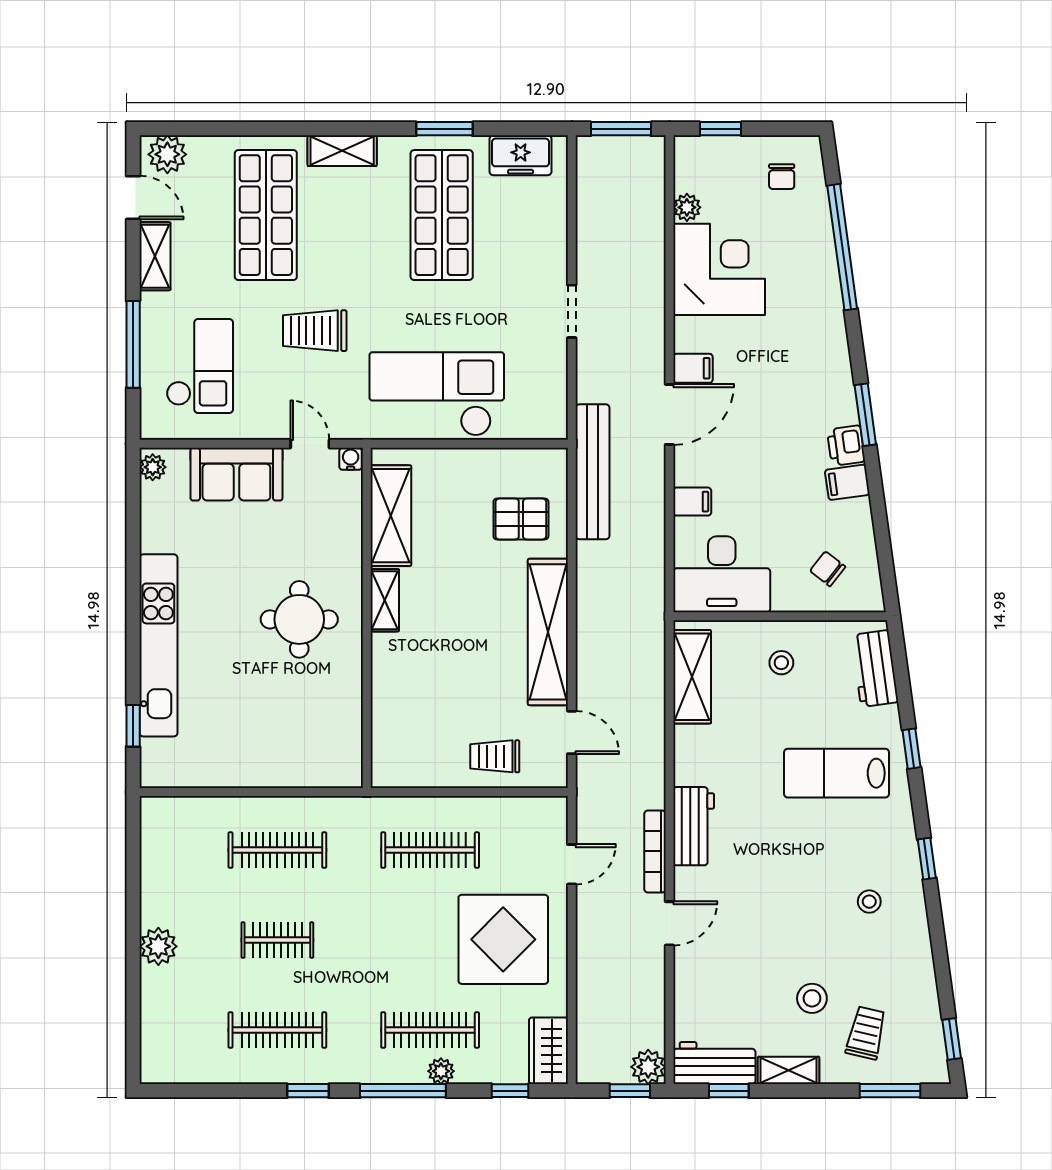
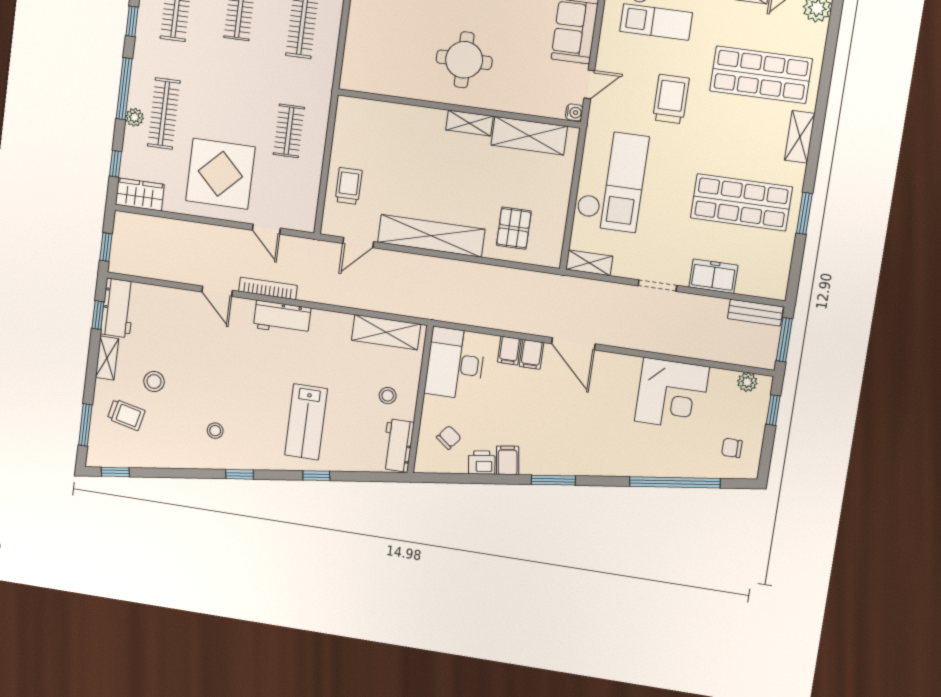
freezer: (521, 155) -> (713, 276), moved, turned 90
plant: (687, 207) -> (747, 382), moved
filing cabinet: (693, 368) -> (531, 354), moved
shelving: (554, 409) -> (589, 263), added
printer: (846, 446) -> (482, 463), moved
bench: (592, 472) -> (755, 313), moved, width x0.54, depth x0.82
workbench: (875, 669) -> (398, 445), moved, turned -82
lab bench: (836, 773) -> (306, 422), turned 180
clothes rail: (430, 850) -> (289, 131), width x0.73
plant: (648, 1067) -> (121, 262), removed

